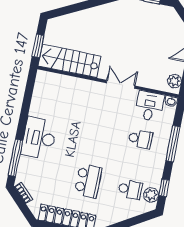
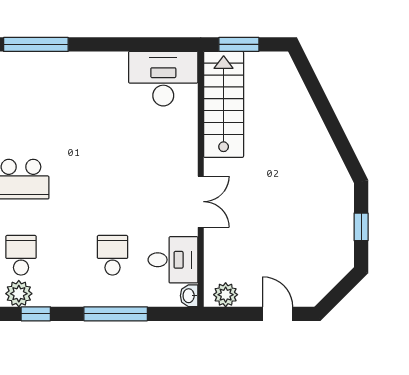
desk: (39, 138) -> (163, 79), moved
school desk: (140, 139) -> (113, 255), turned 180
school desk: (130, 189) -> (21, 255), turned 180

